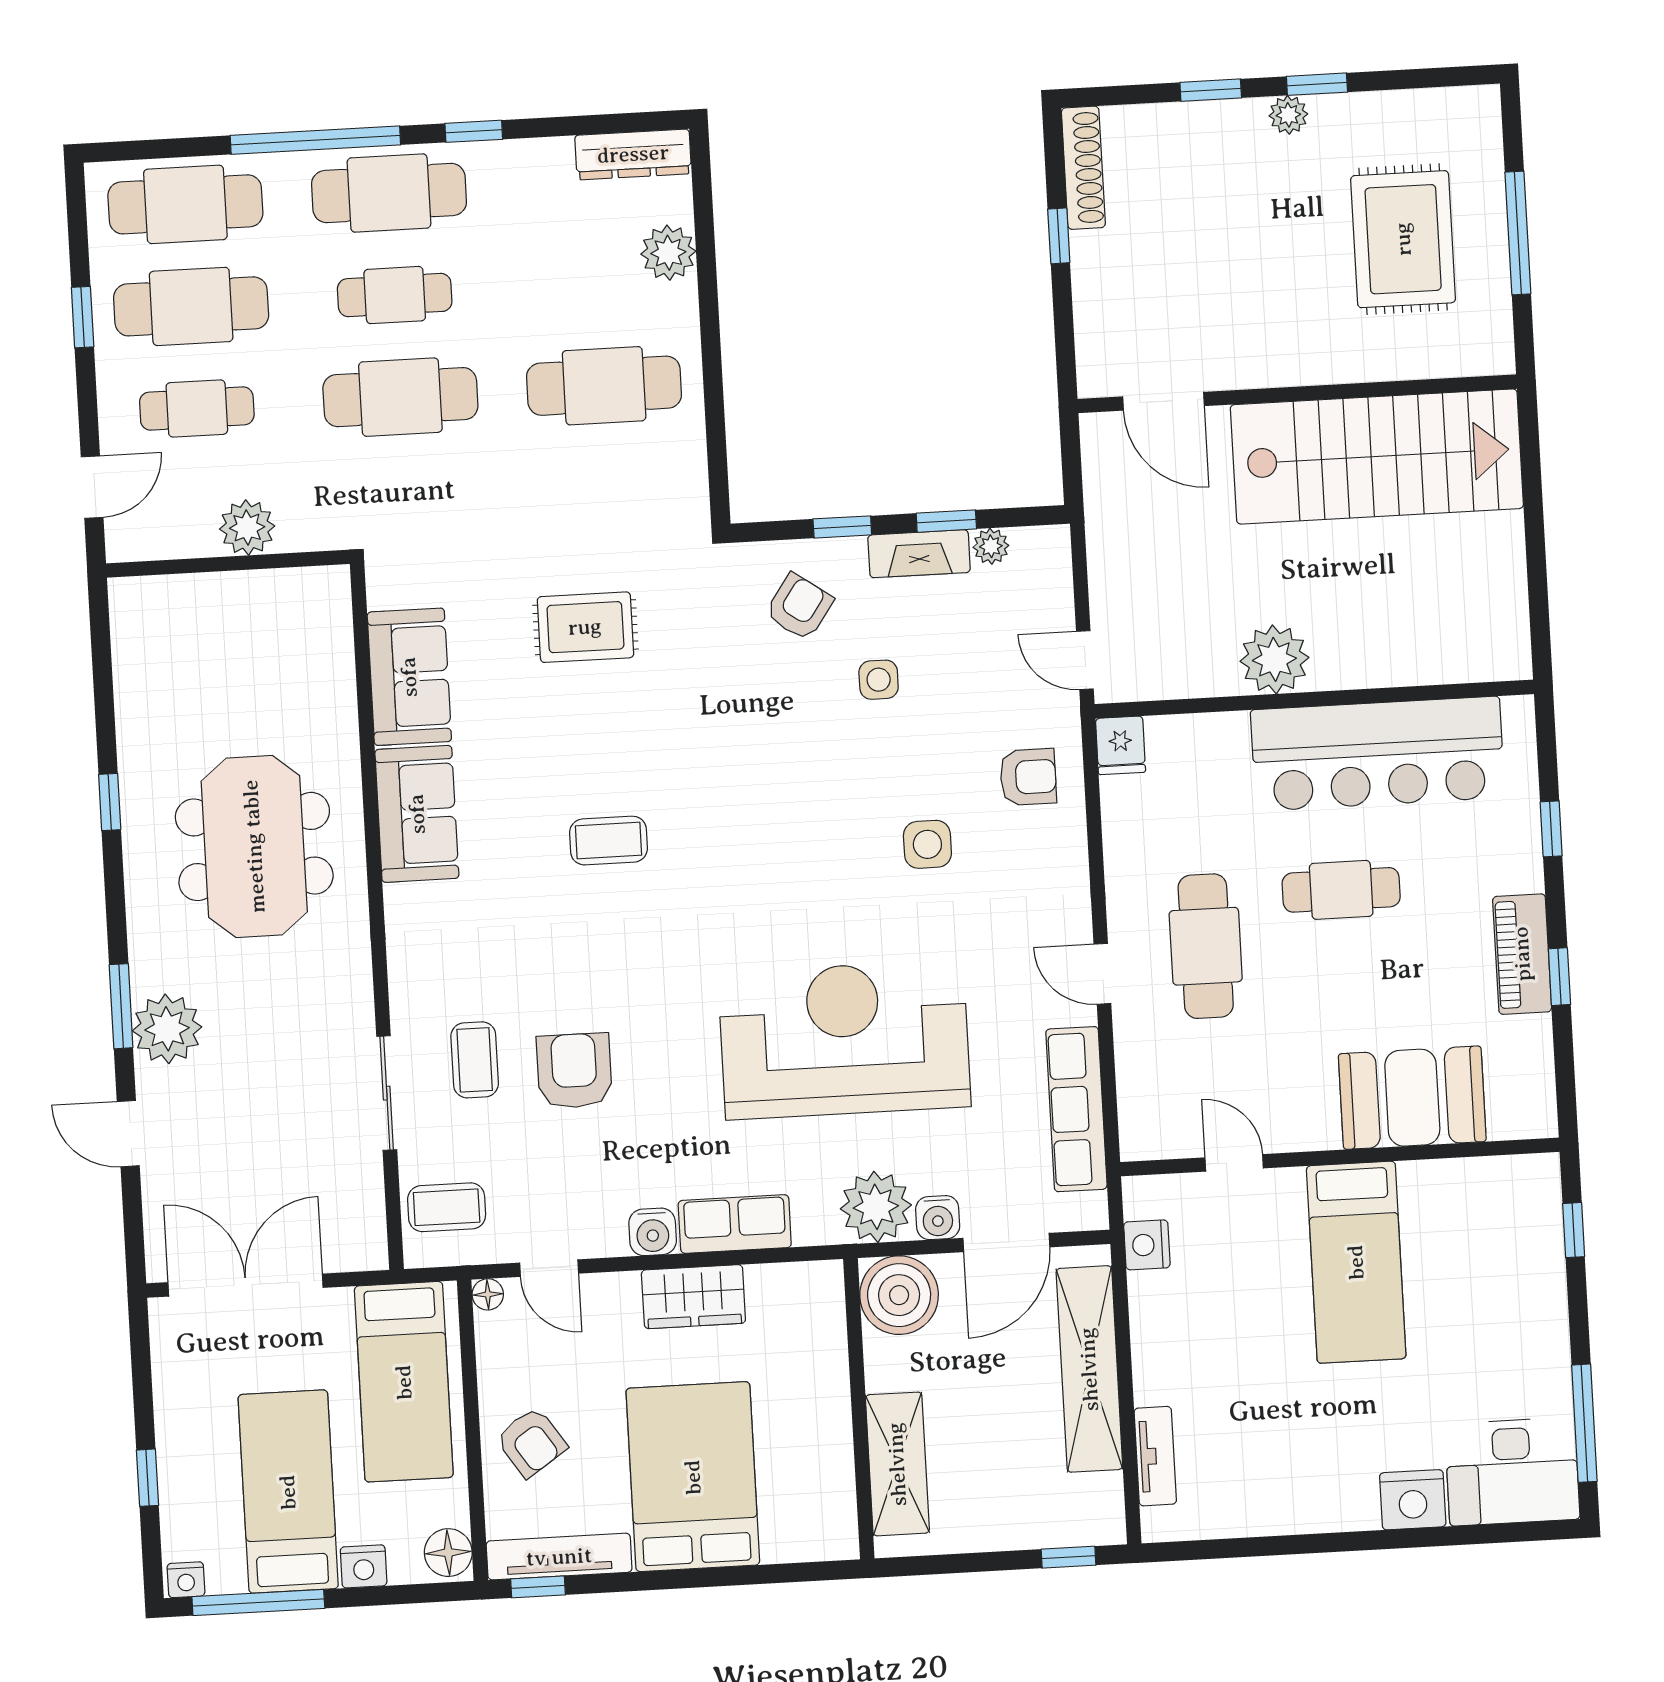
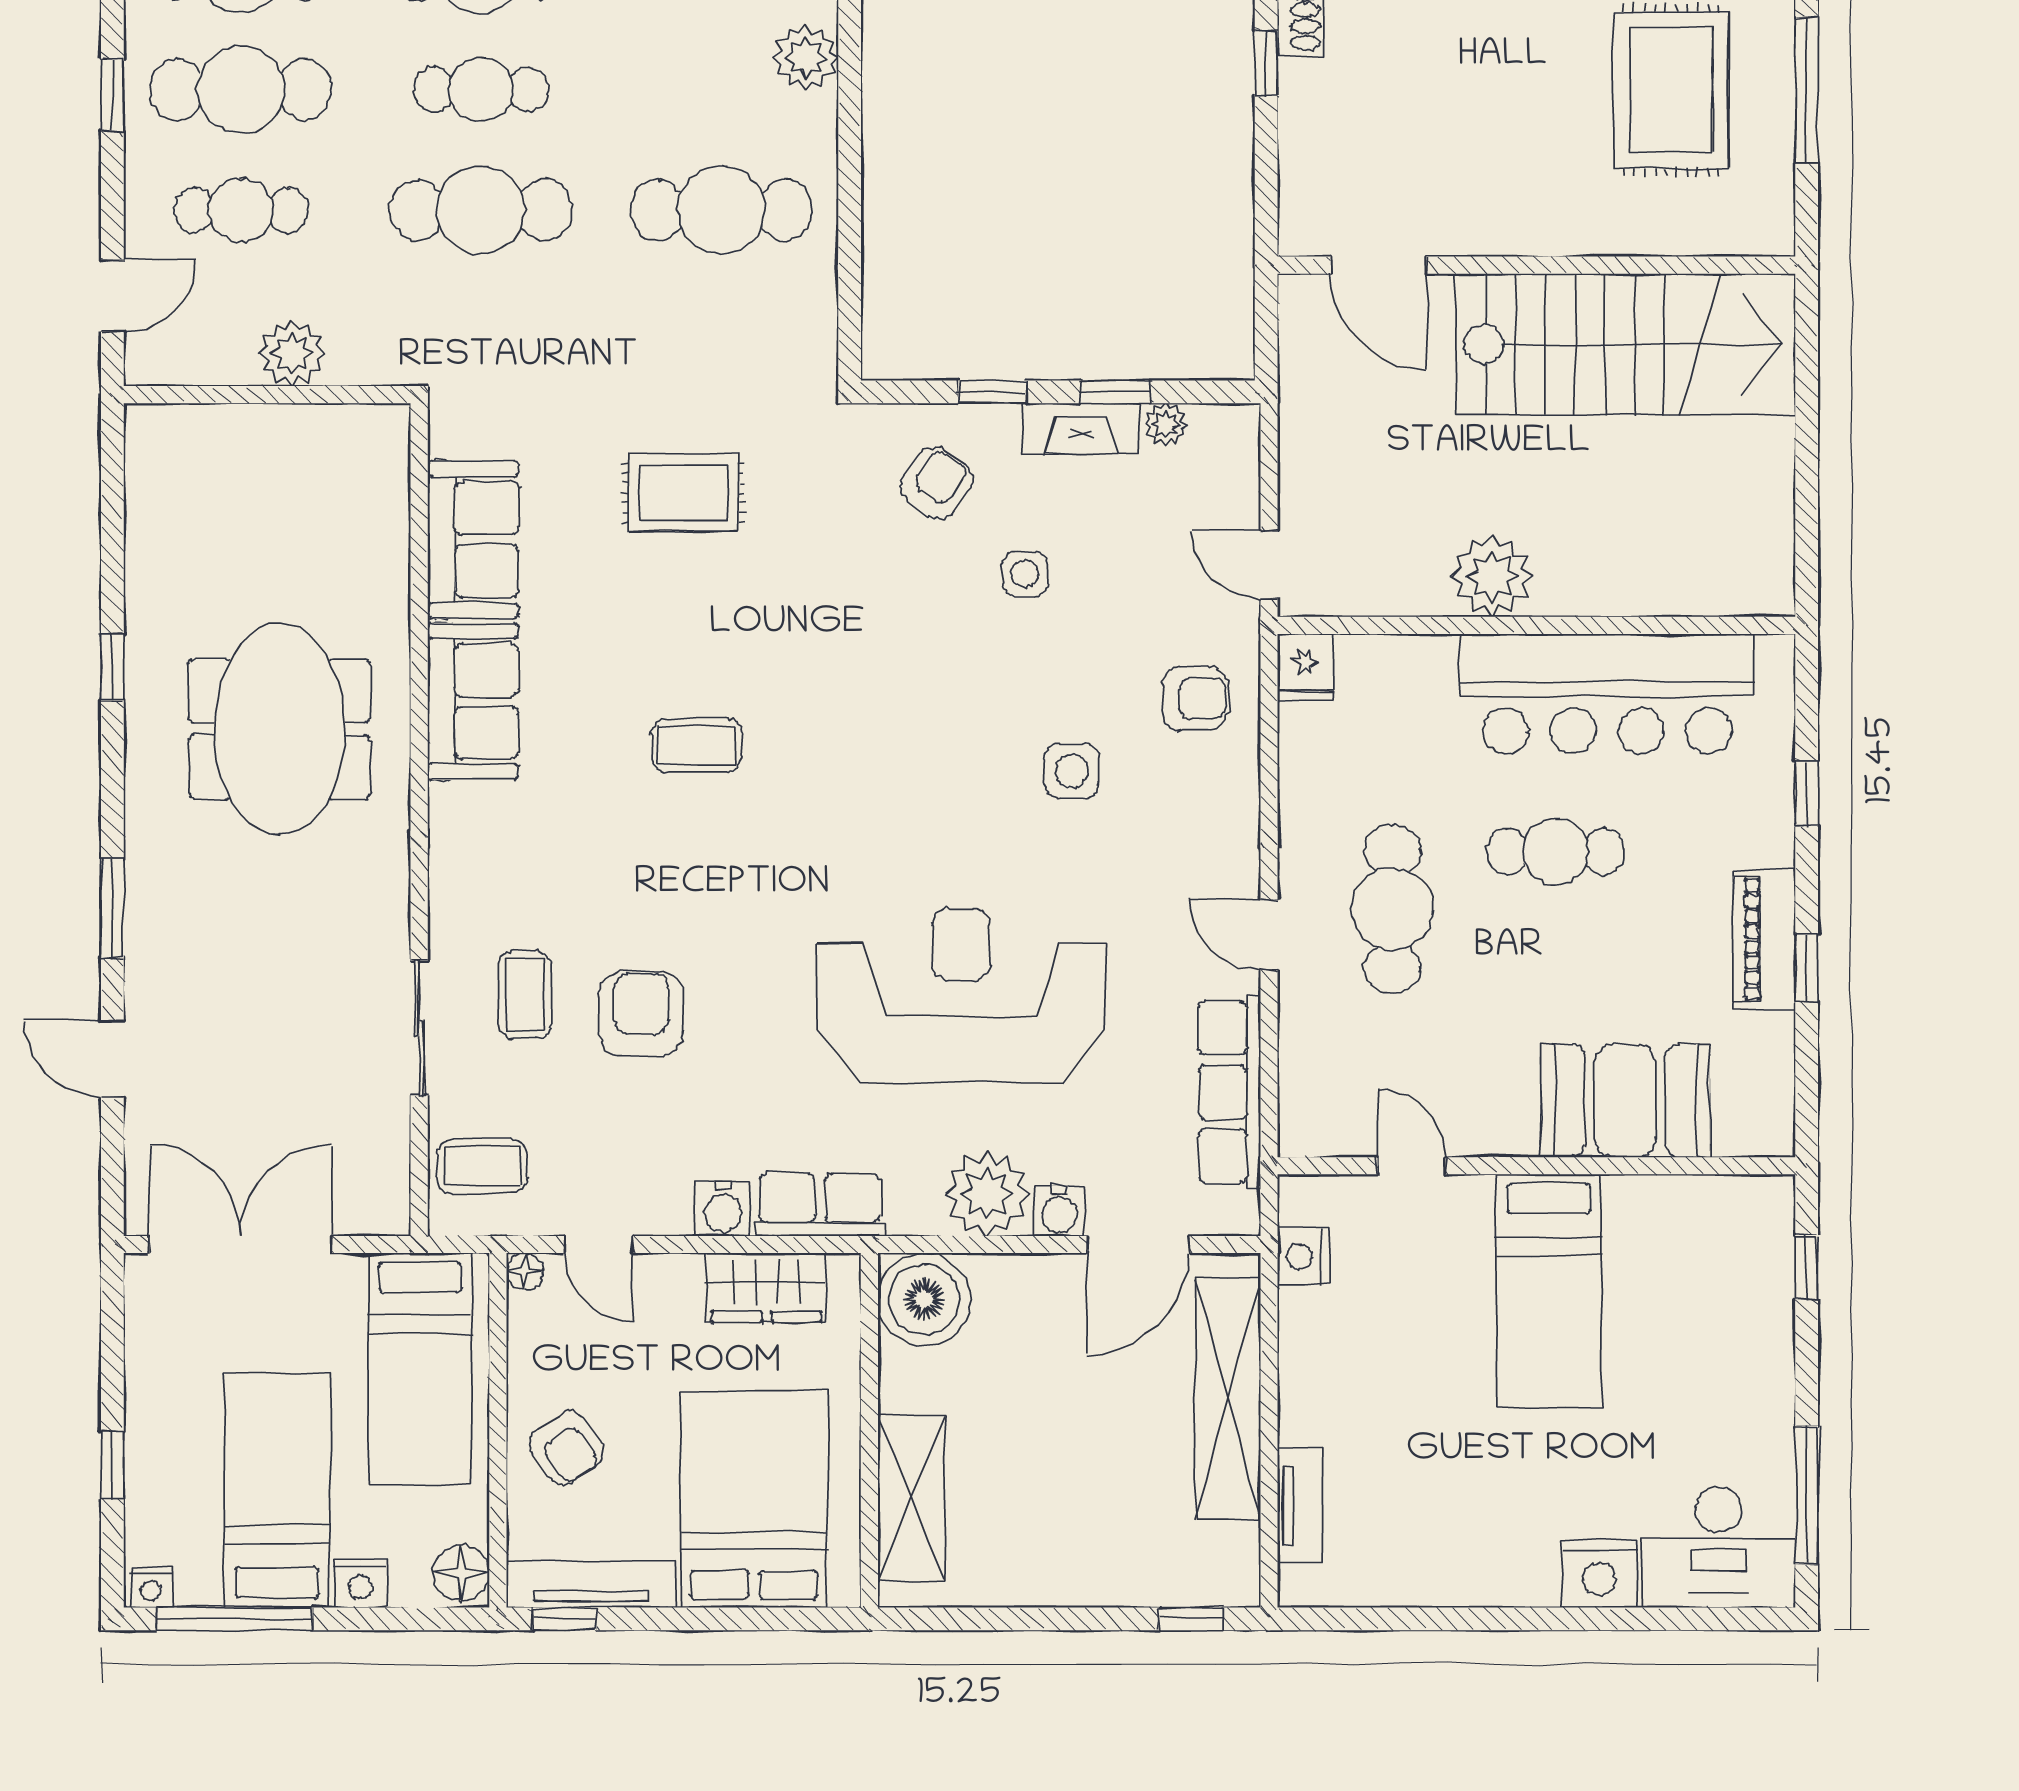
plant: (167, 1029) -> (165, 938), removed
boiler: (899, 1295) -> (924, 1299), moved
wall: (859, 1409) -> (869, 1430), moved
shelving: (897, 1464) -> (911, 1498), moved

